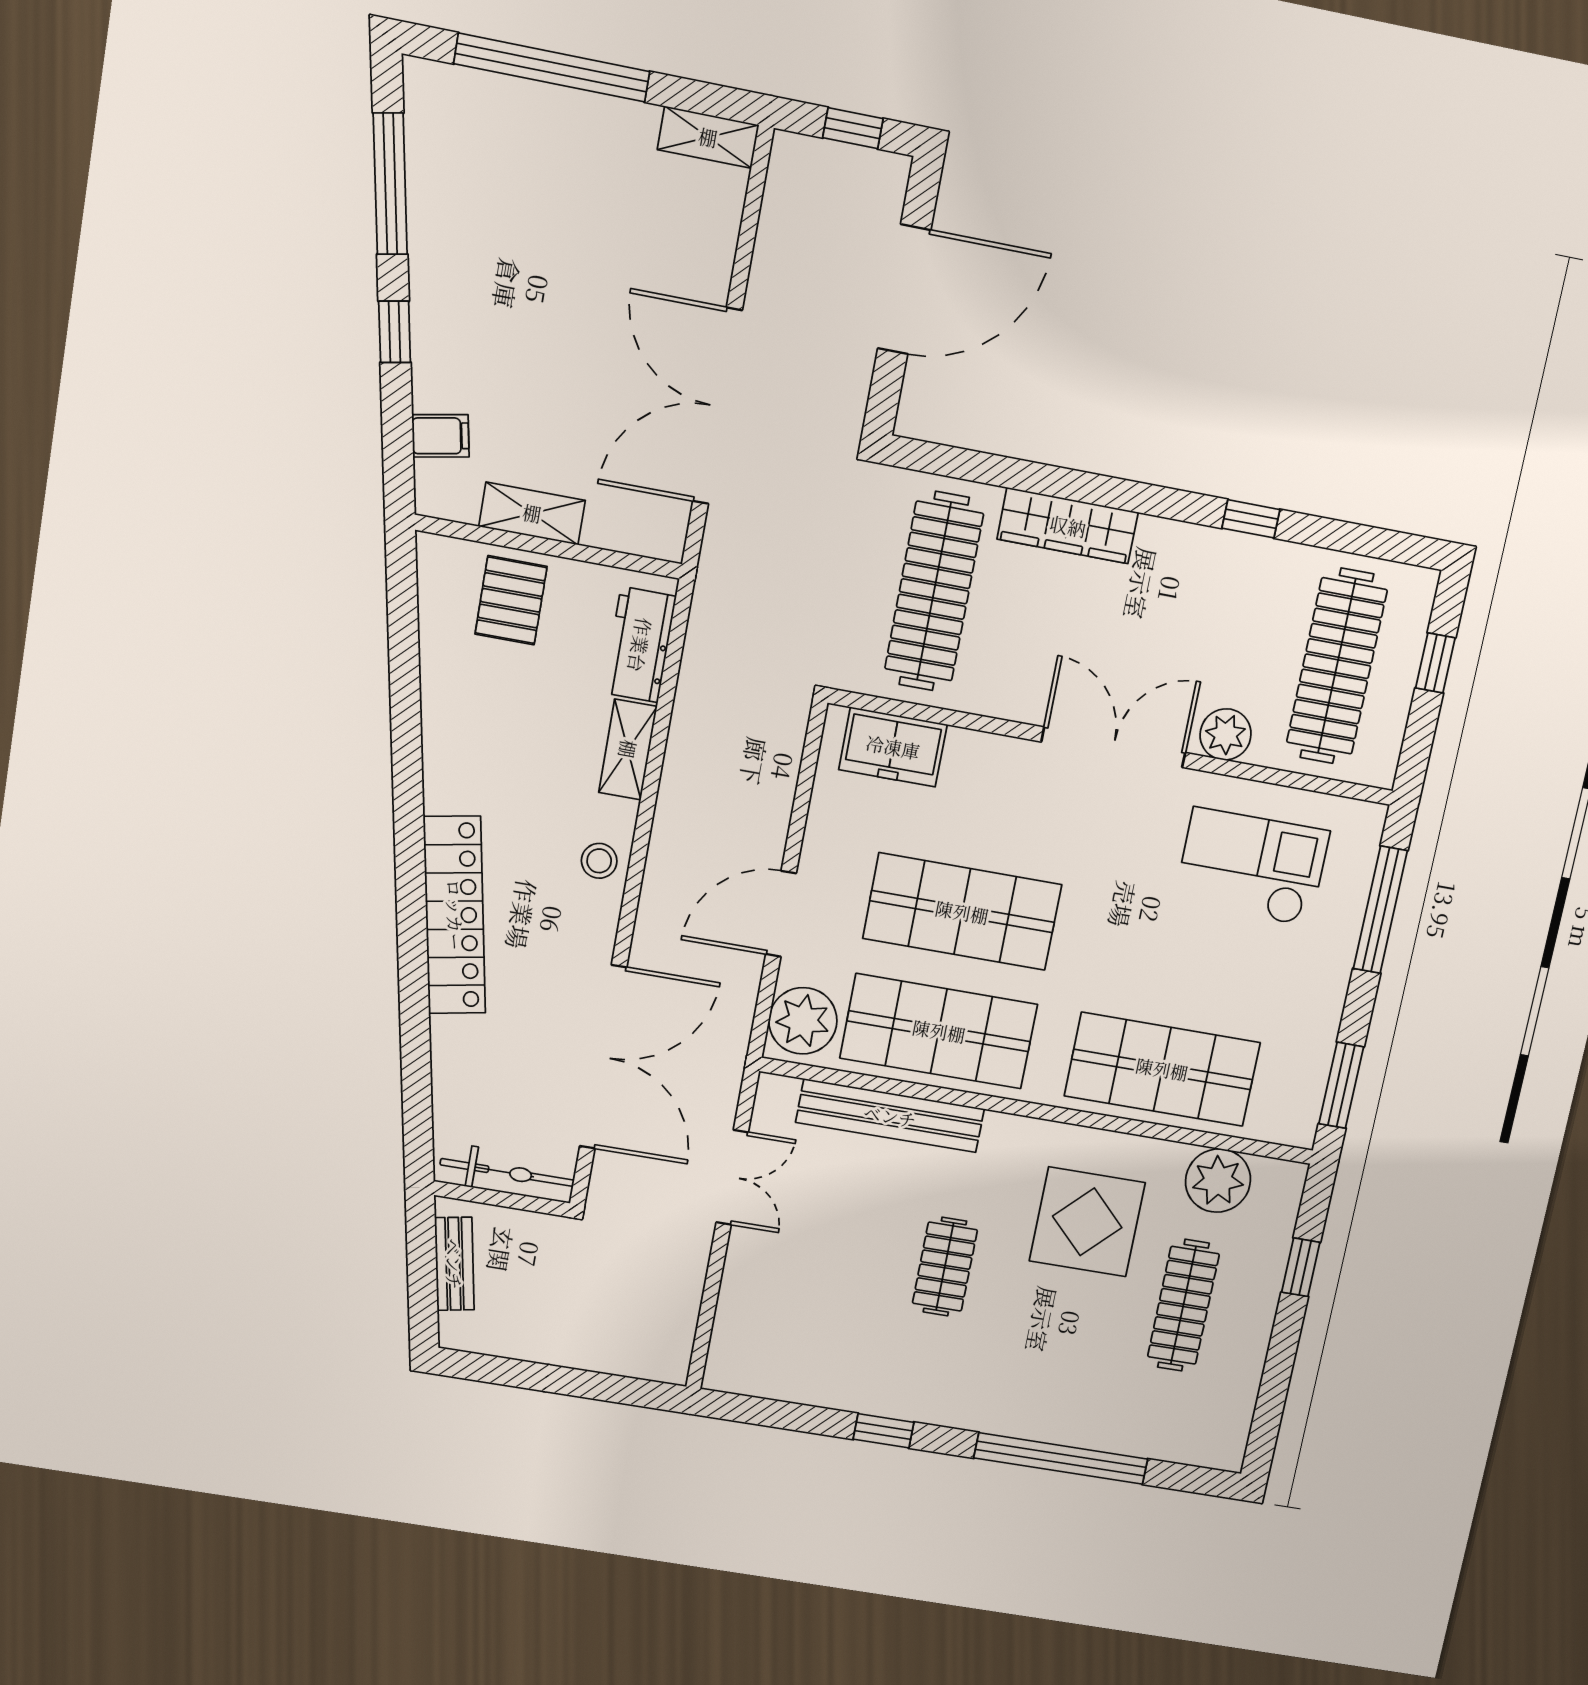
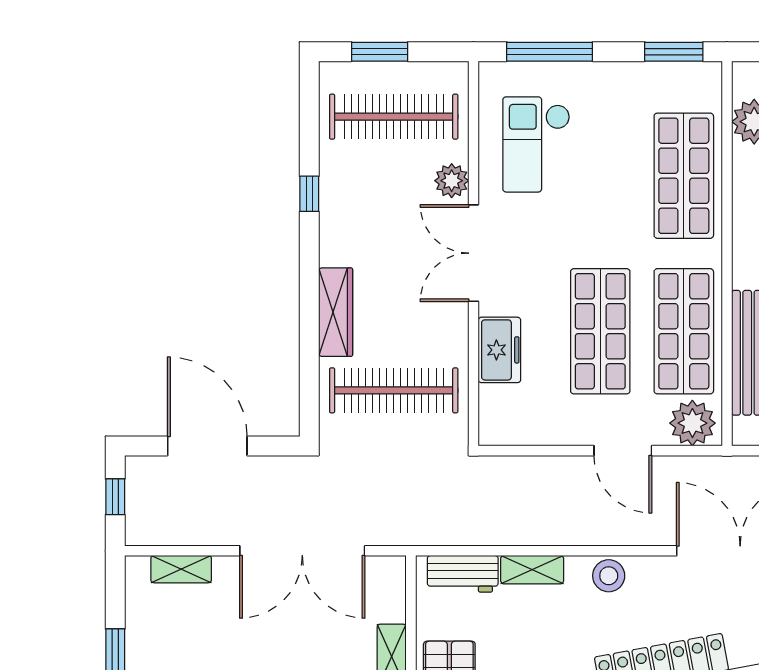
shelving: (708, 137) -> (181, 569), moved, turned 90
window: (1435, 663) -> (380, 52), width x1.50
freezer: (893, 747) -> (499, 350), moved
stool: (599, 861) -> (609, 576), width x1.37, depth x1.37

